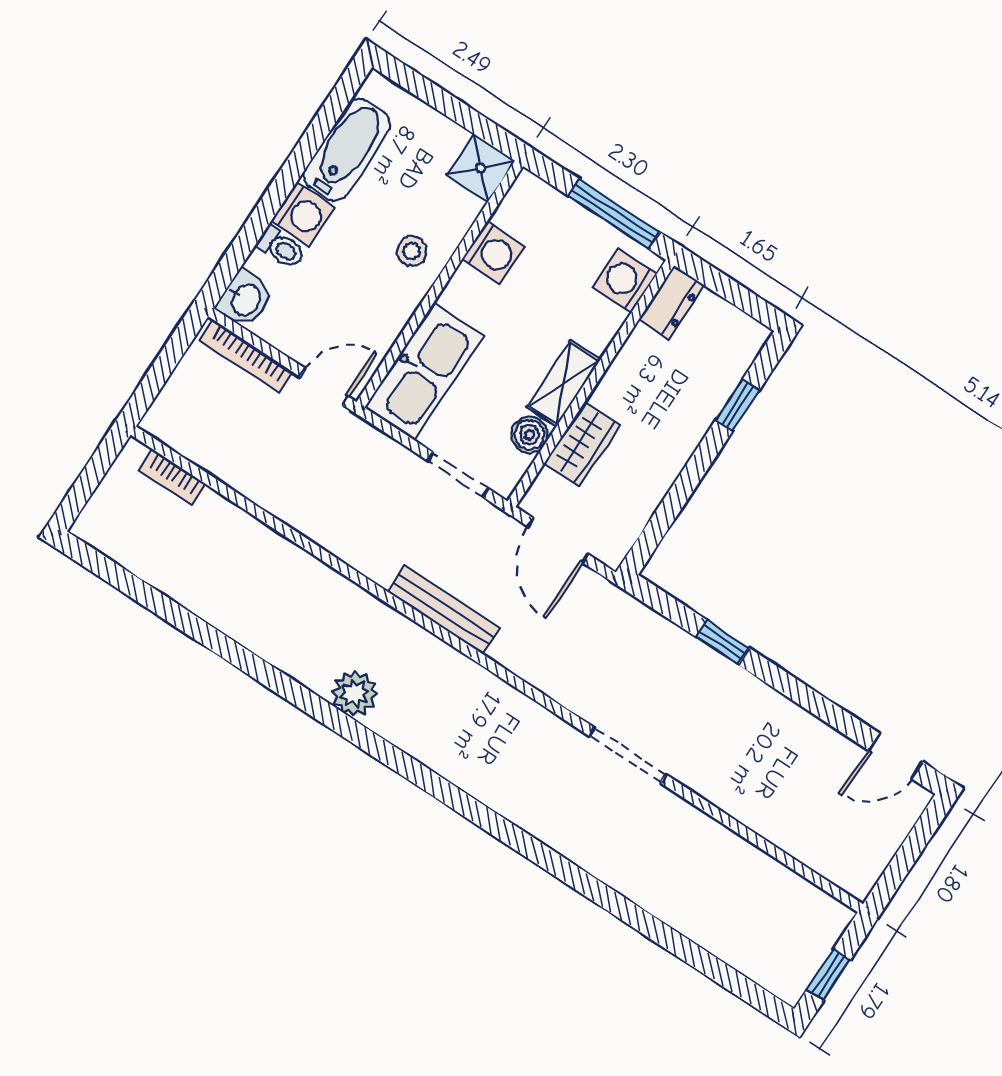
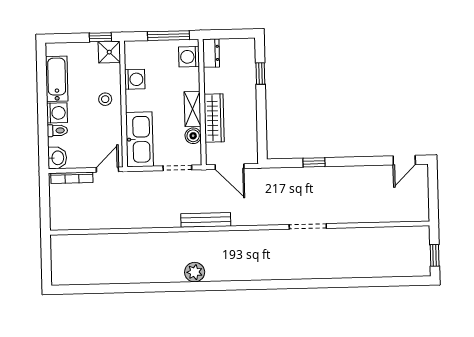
window: (483, 128) -> (100, 37), added
wardrobe: (582, 444) -> (214, 118), width x1.50
bookcase: (172, 477) -> (75, 240), removed

